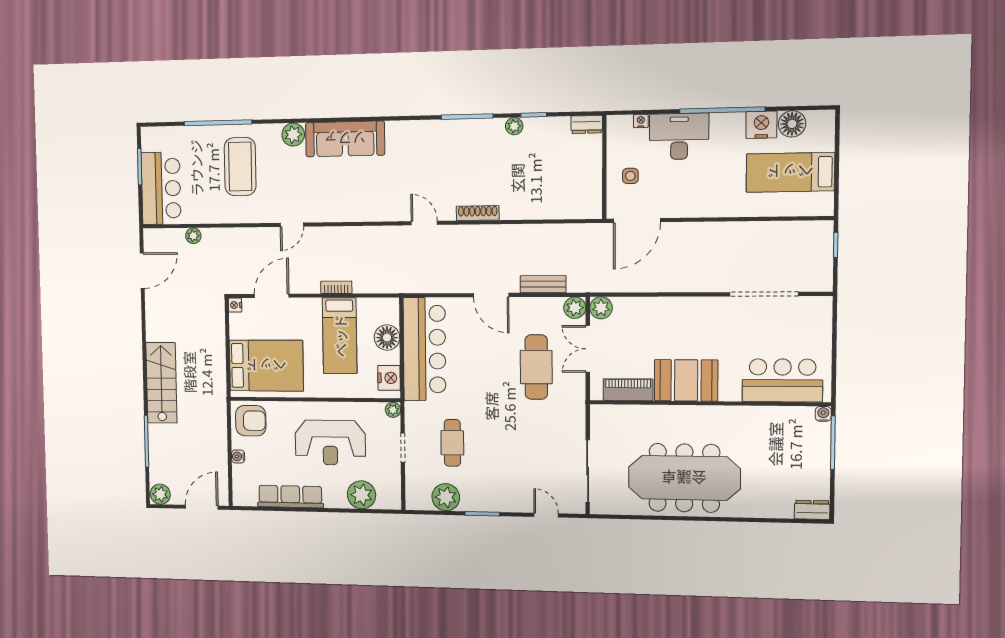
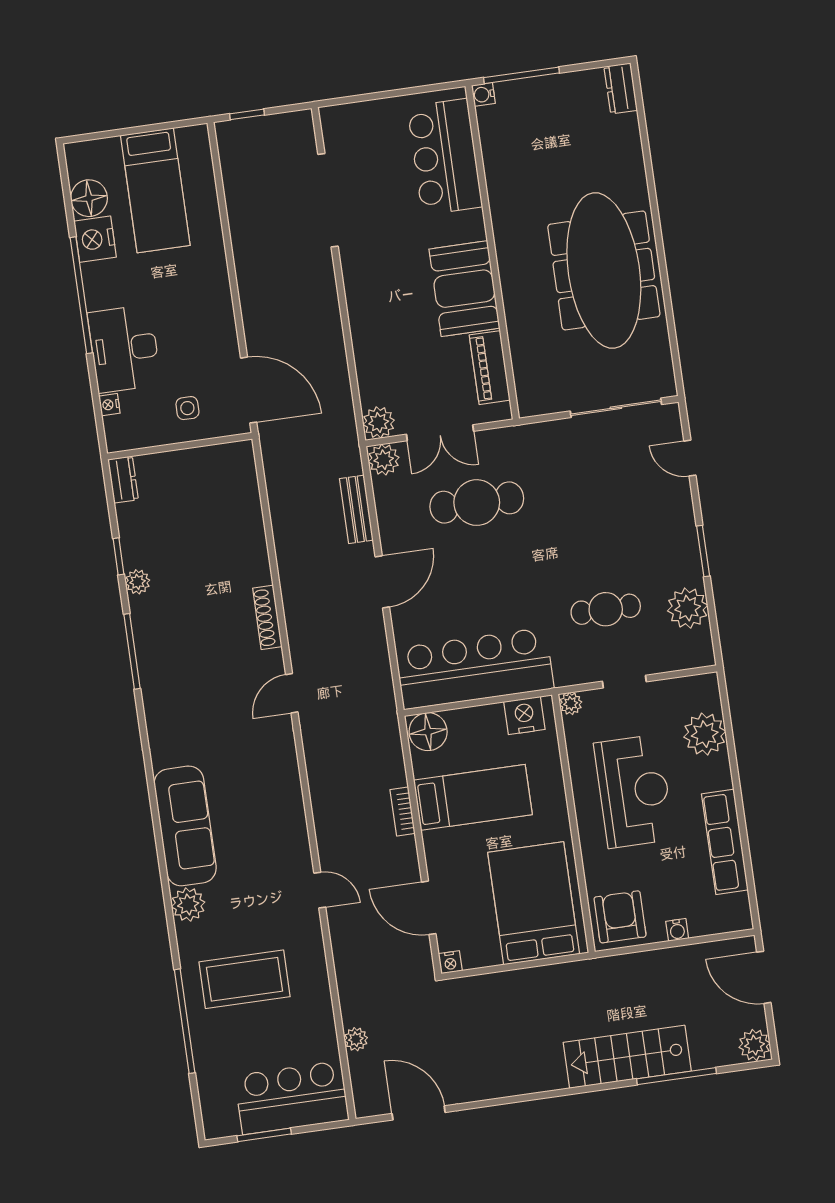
floor lamp: (387, 338) -> (428, 732), moved
stairs: (161, 383) -> (627, 1057), moved
door: (546, 515) -> (690, 458), hinge flipped

